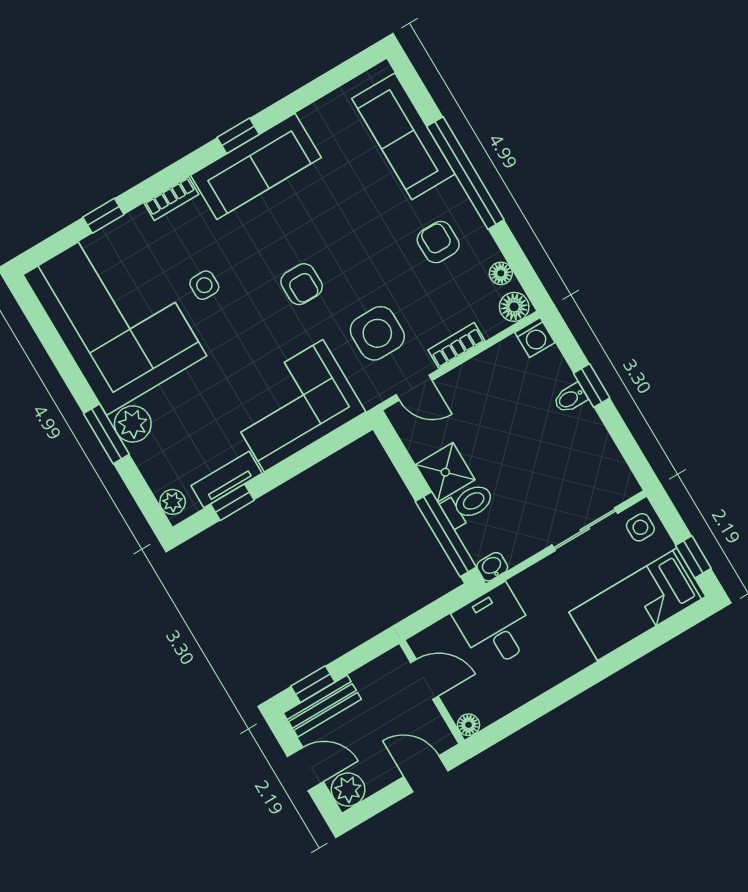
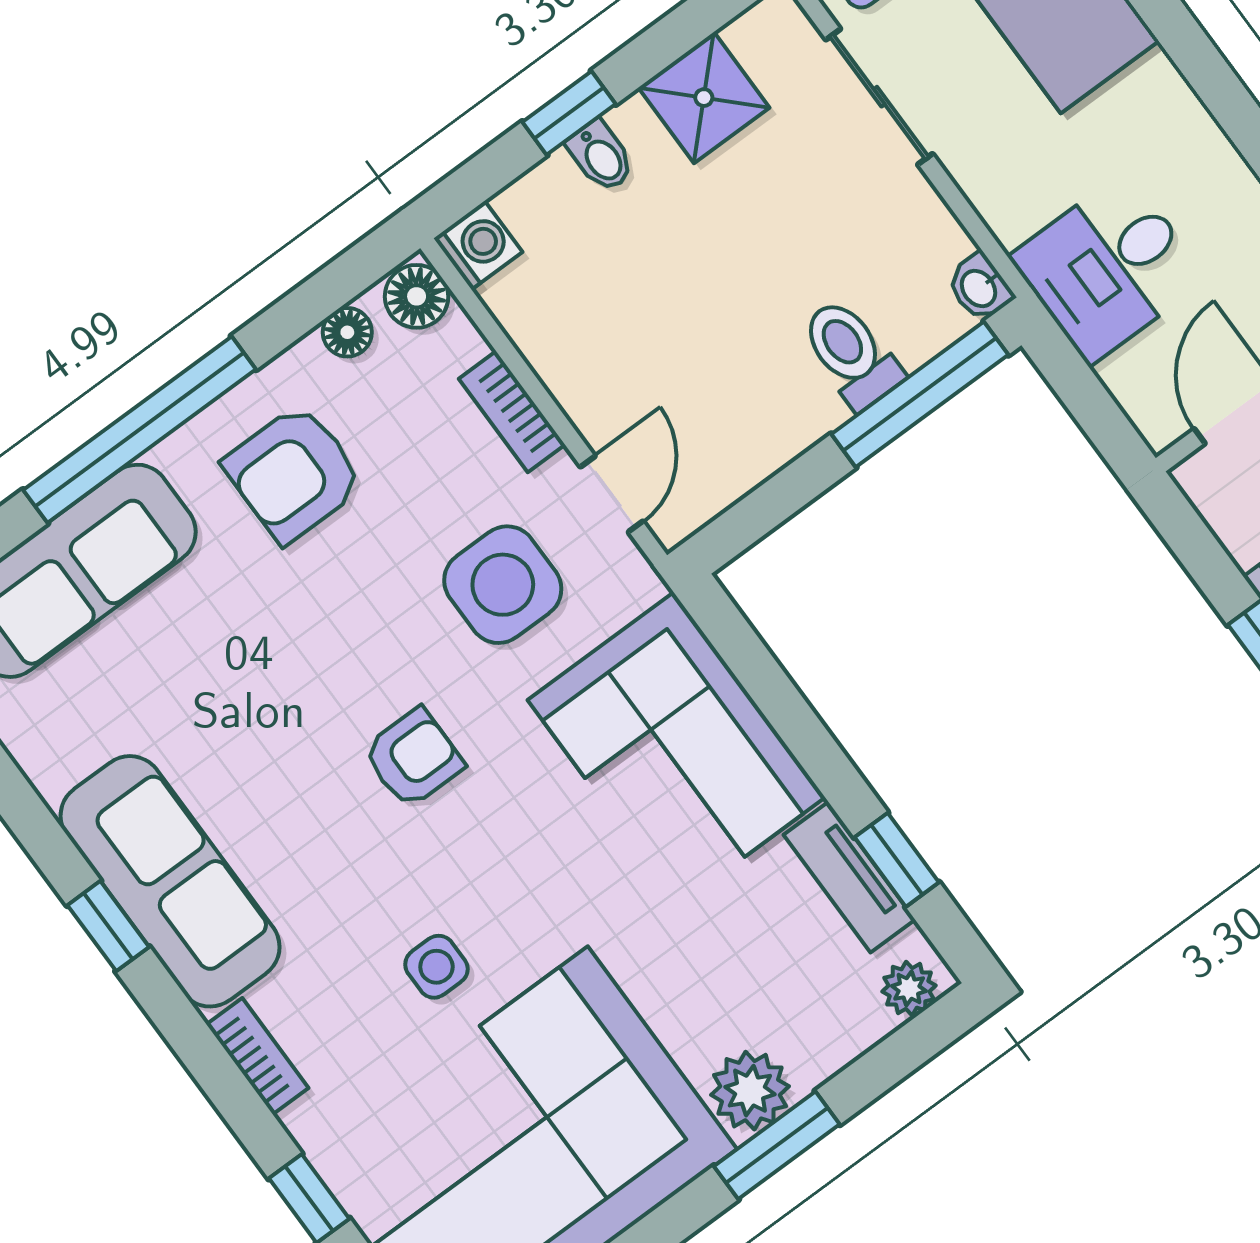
armchair: (438, 242) -> (294, 473), width x1.38, depth x1.38
shower: (445, 472) -> (704, 98), moved

